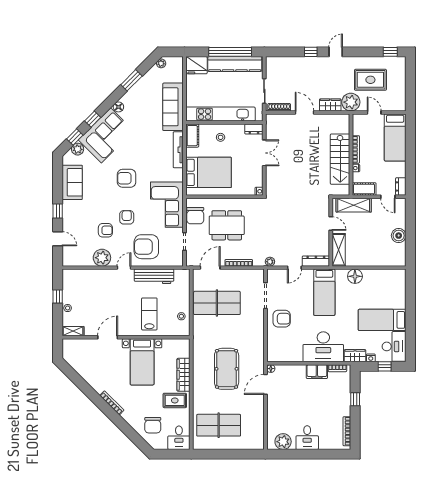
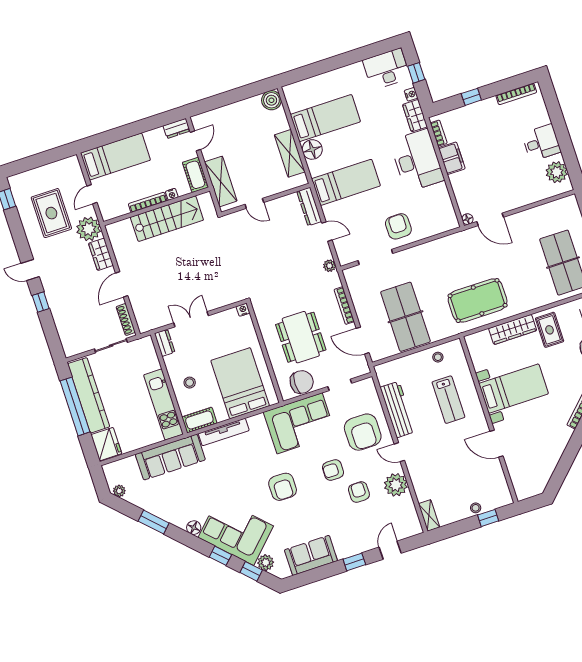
kitchen unit: (220, 114) -> (163, 405), width x0.73
door: (331, 224) -> (254, 203), swing flipped
boiler: (399, 236) -> (271, 100), moved
shelving: (339, 250) -> (290, 153), moved, turned 90
window: (58, 296) -> (488, 518), moved
lab bench: (149, 314) -> (448, 400), turned -90
bed: (382, 320) -> (325, 118), moved, turned -90
shelving: (73, 331) -> (429, 515), moved
pool table: (227, 369) -> (478, 301), moved

